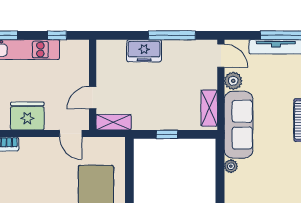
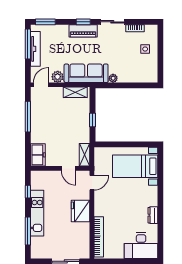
freezer: (144, 51) -> (38, 155), moved

